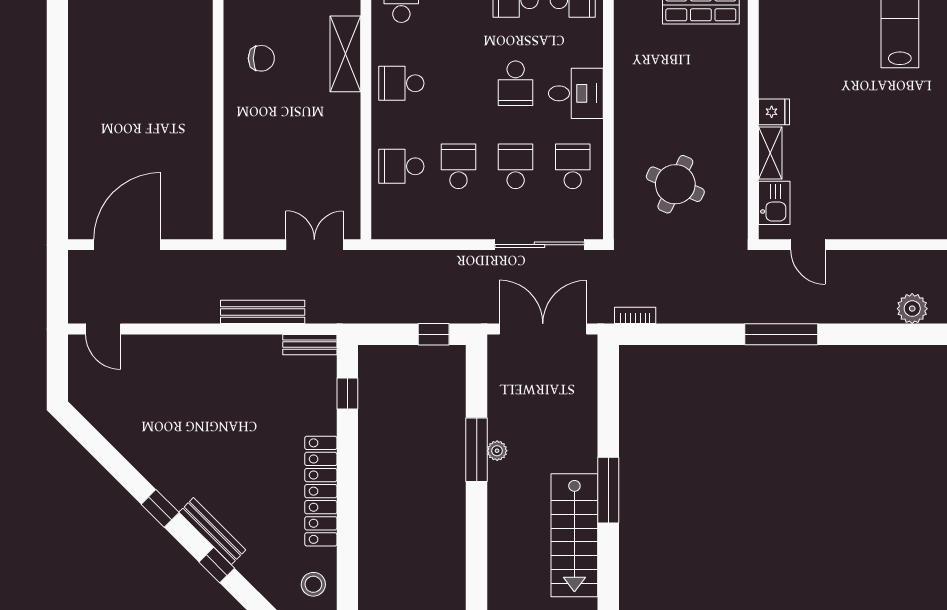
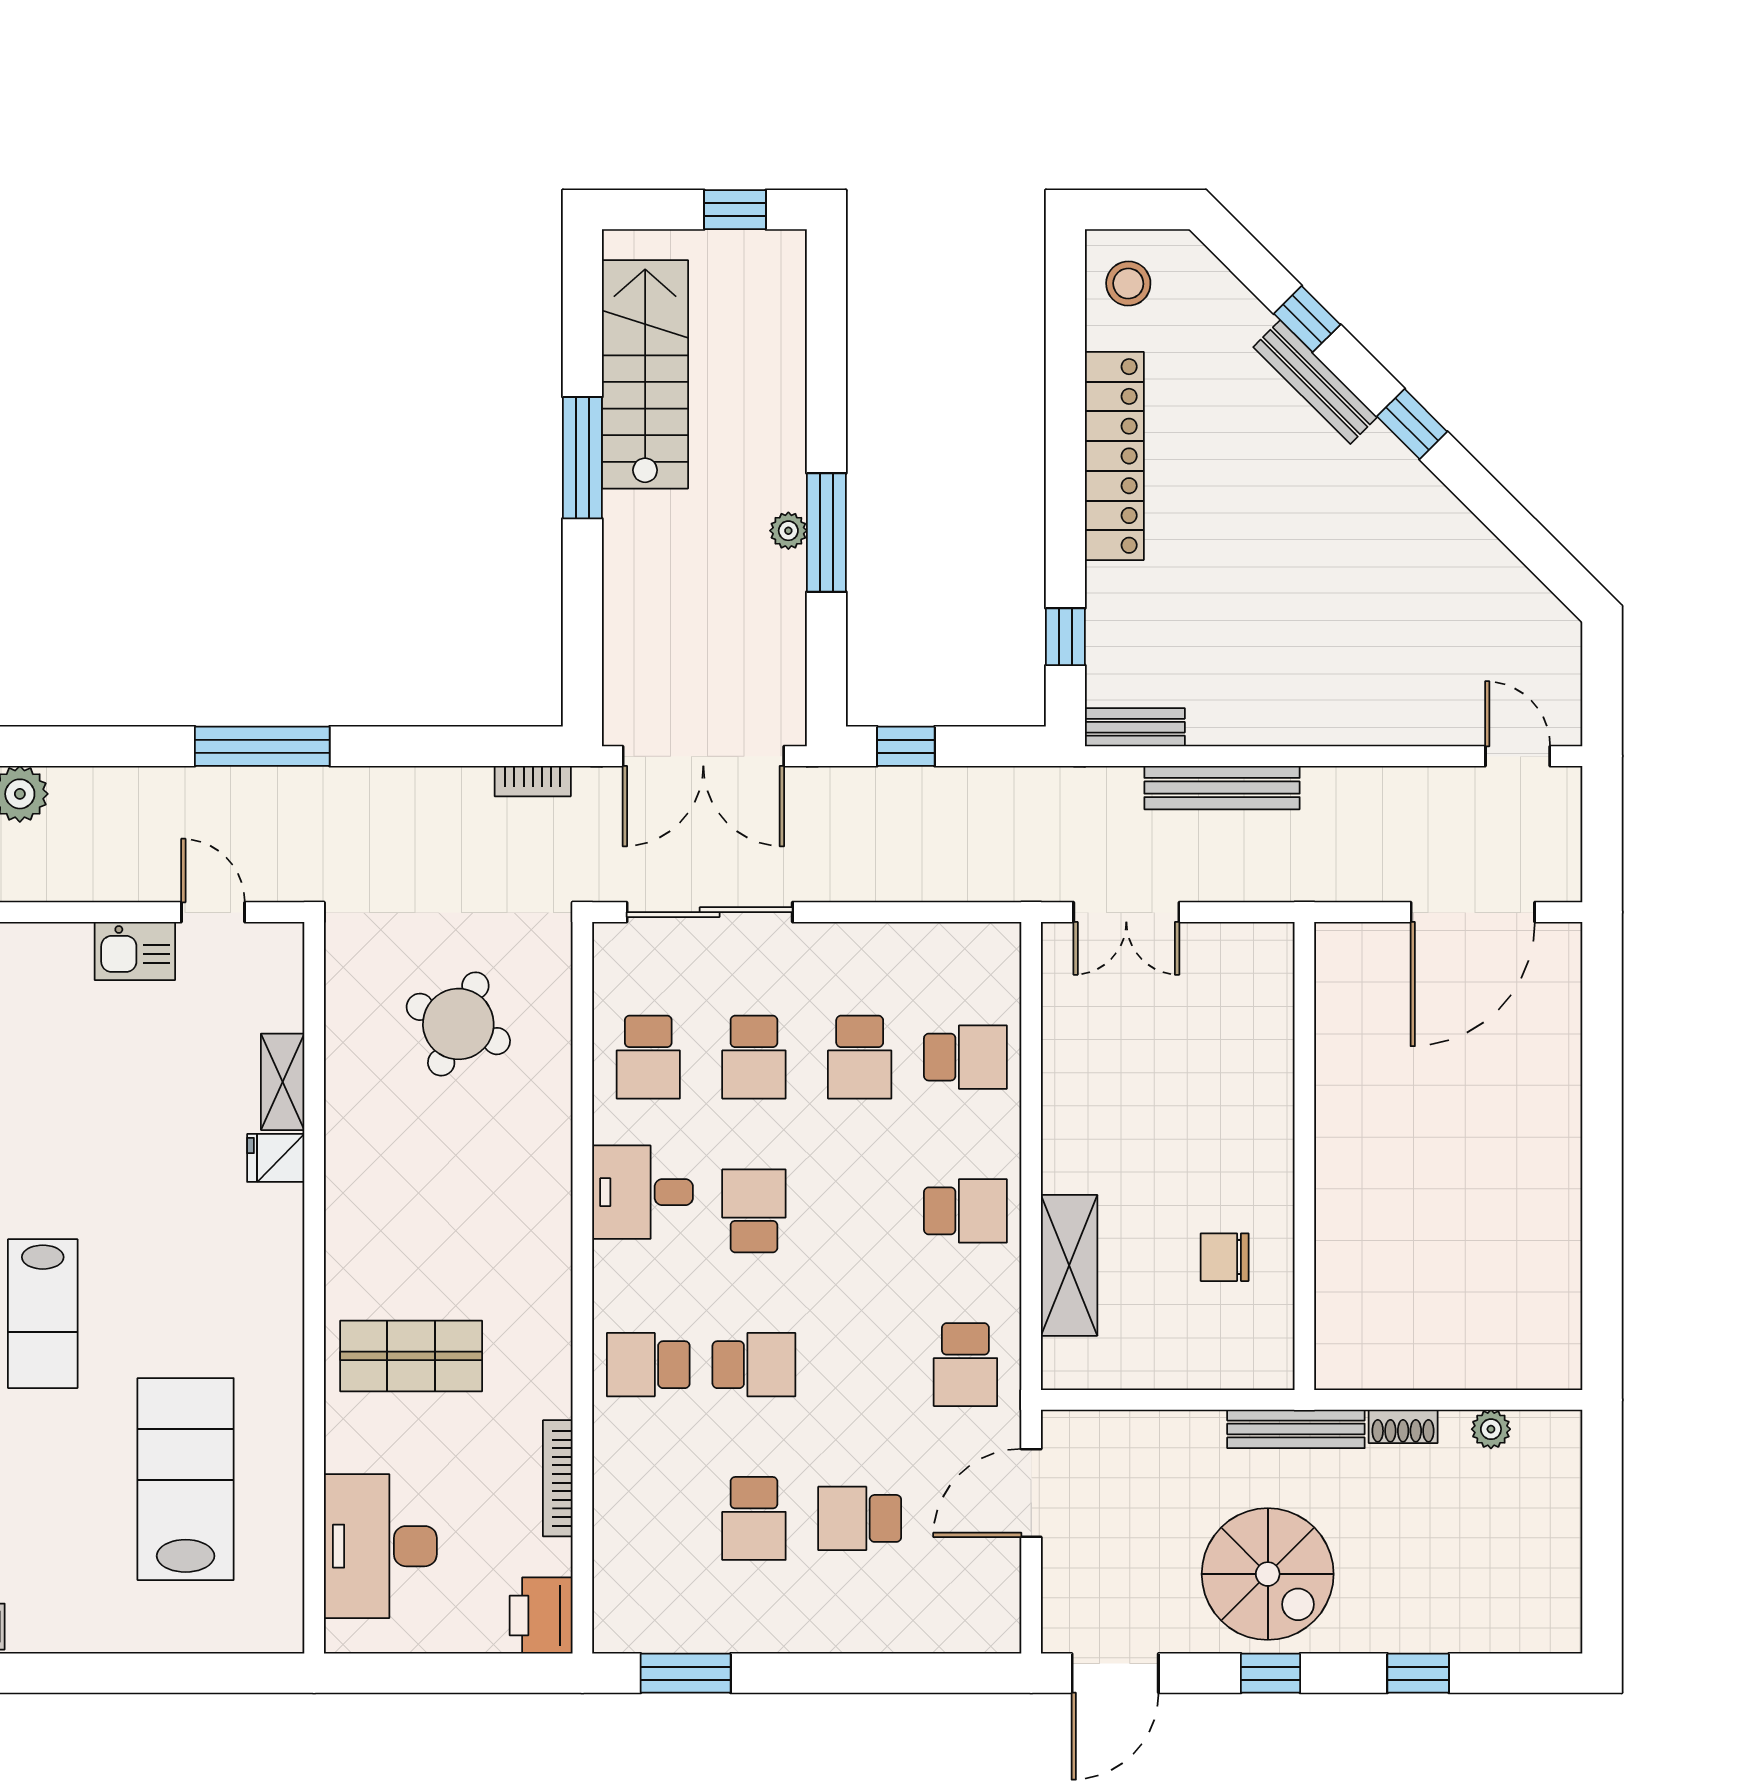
kitchen sink: (774, 203) -> (135, 951), moved, turned -90

